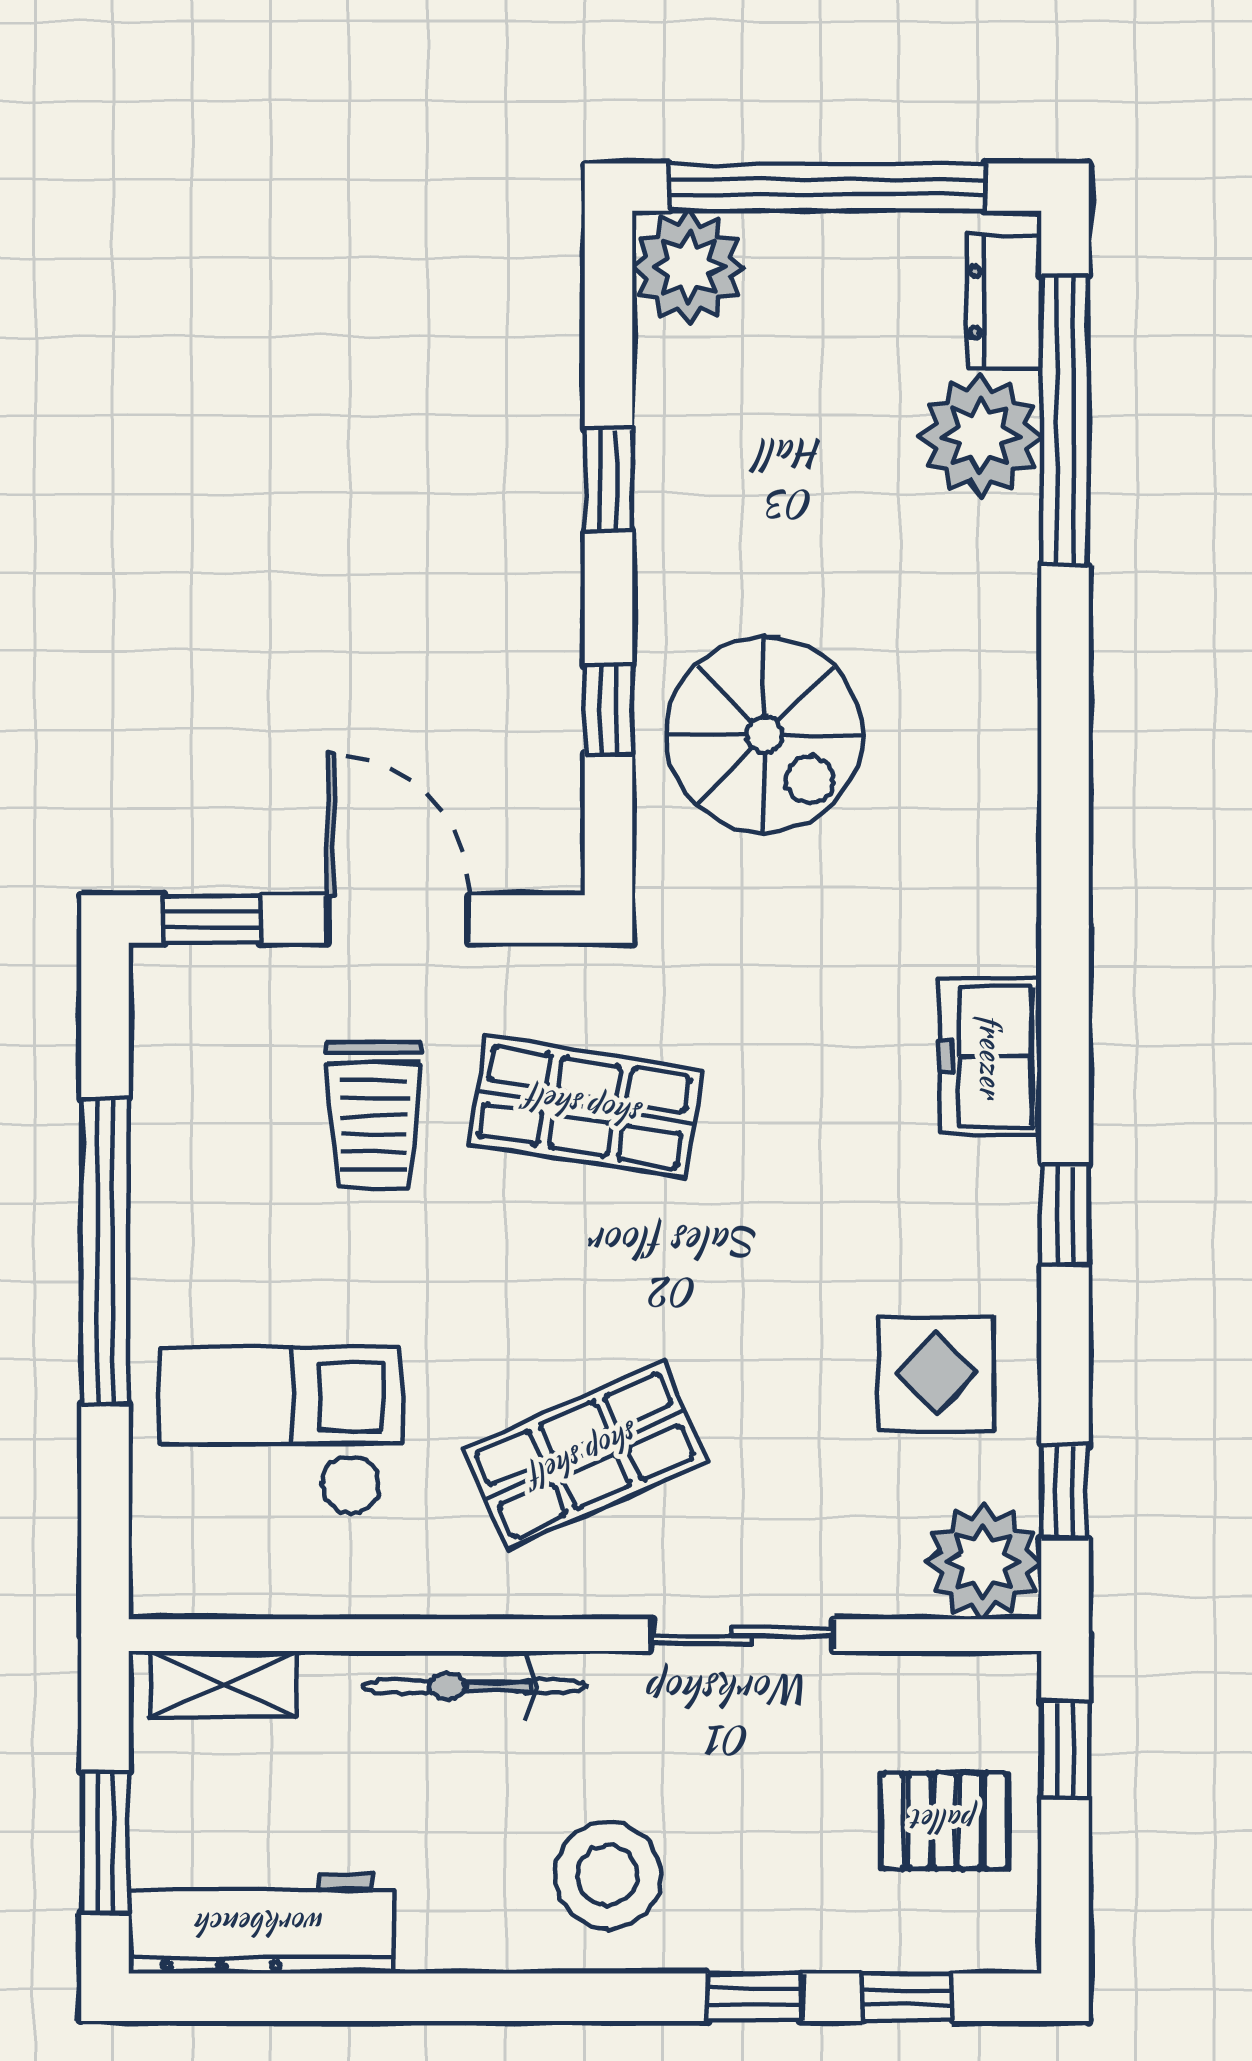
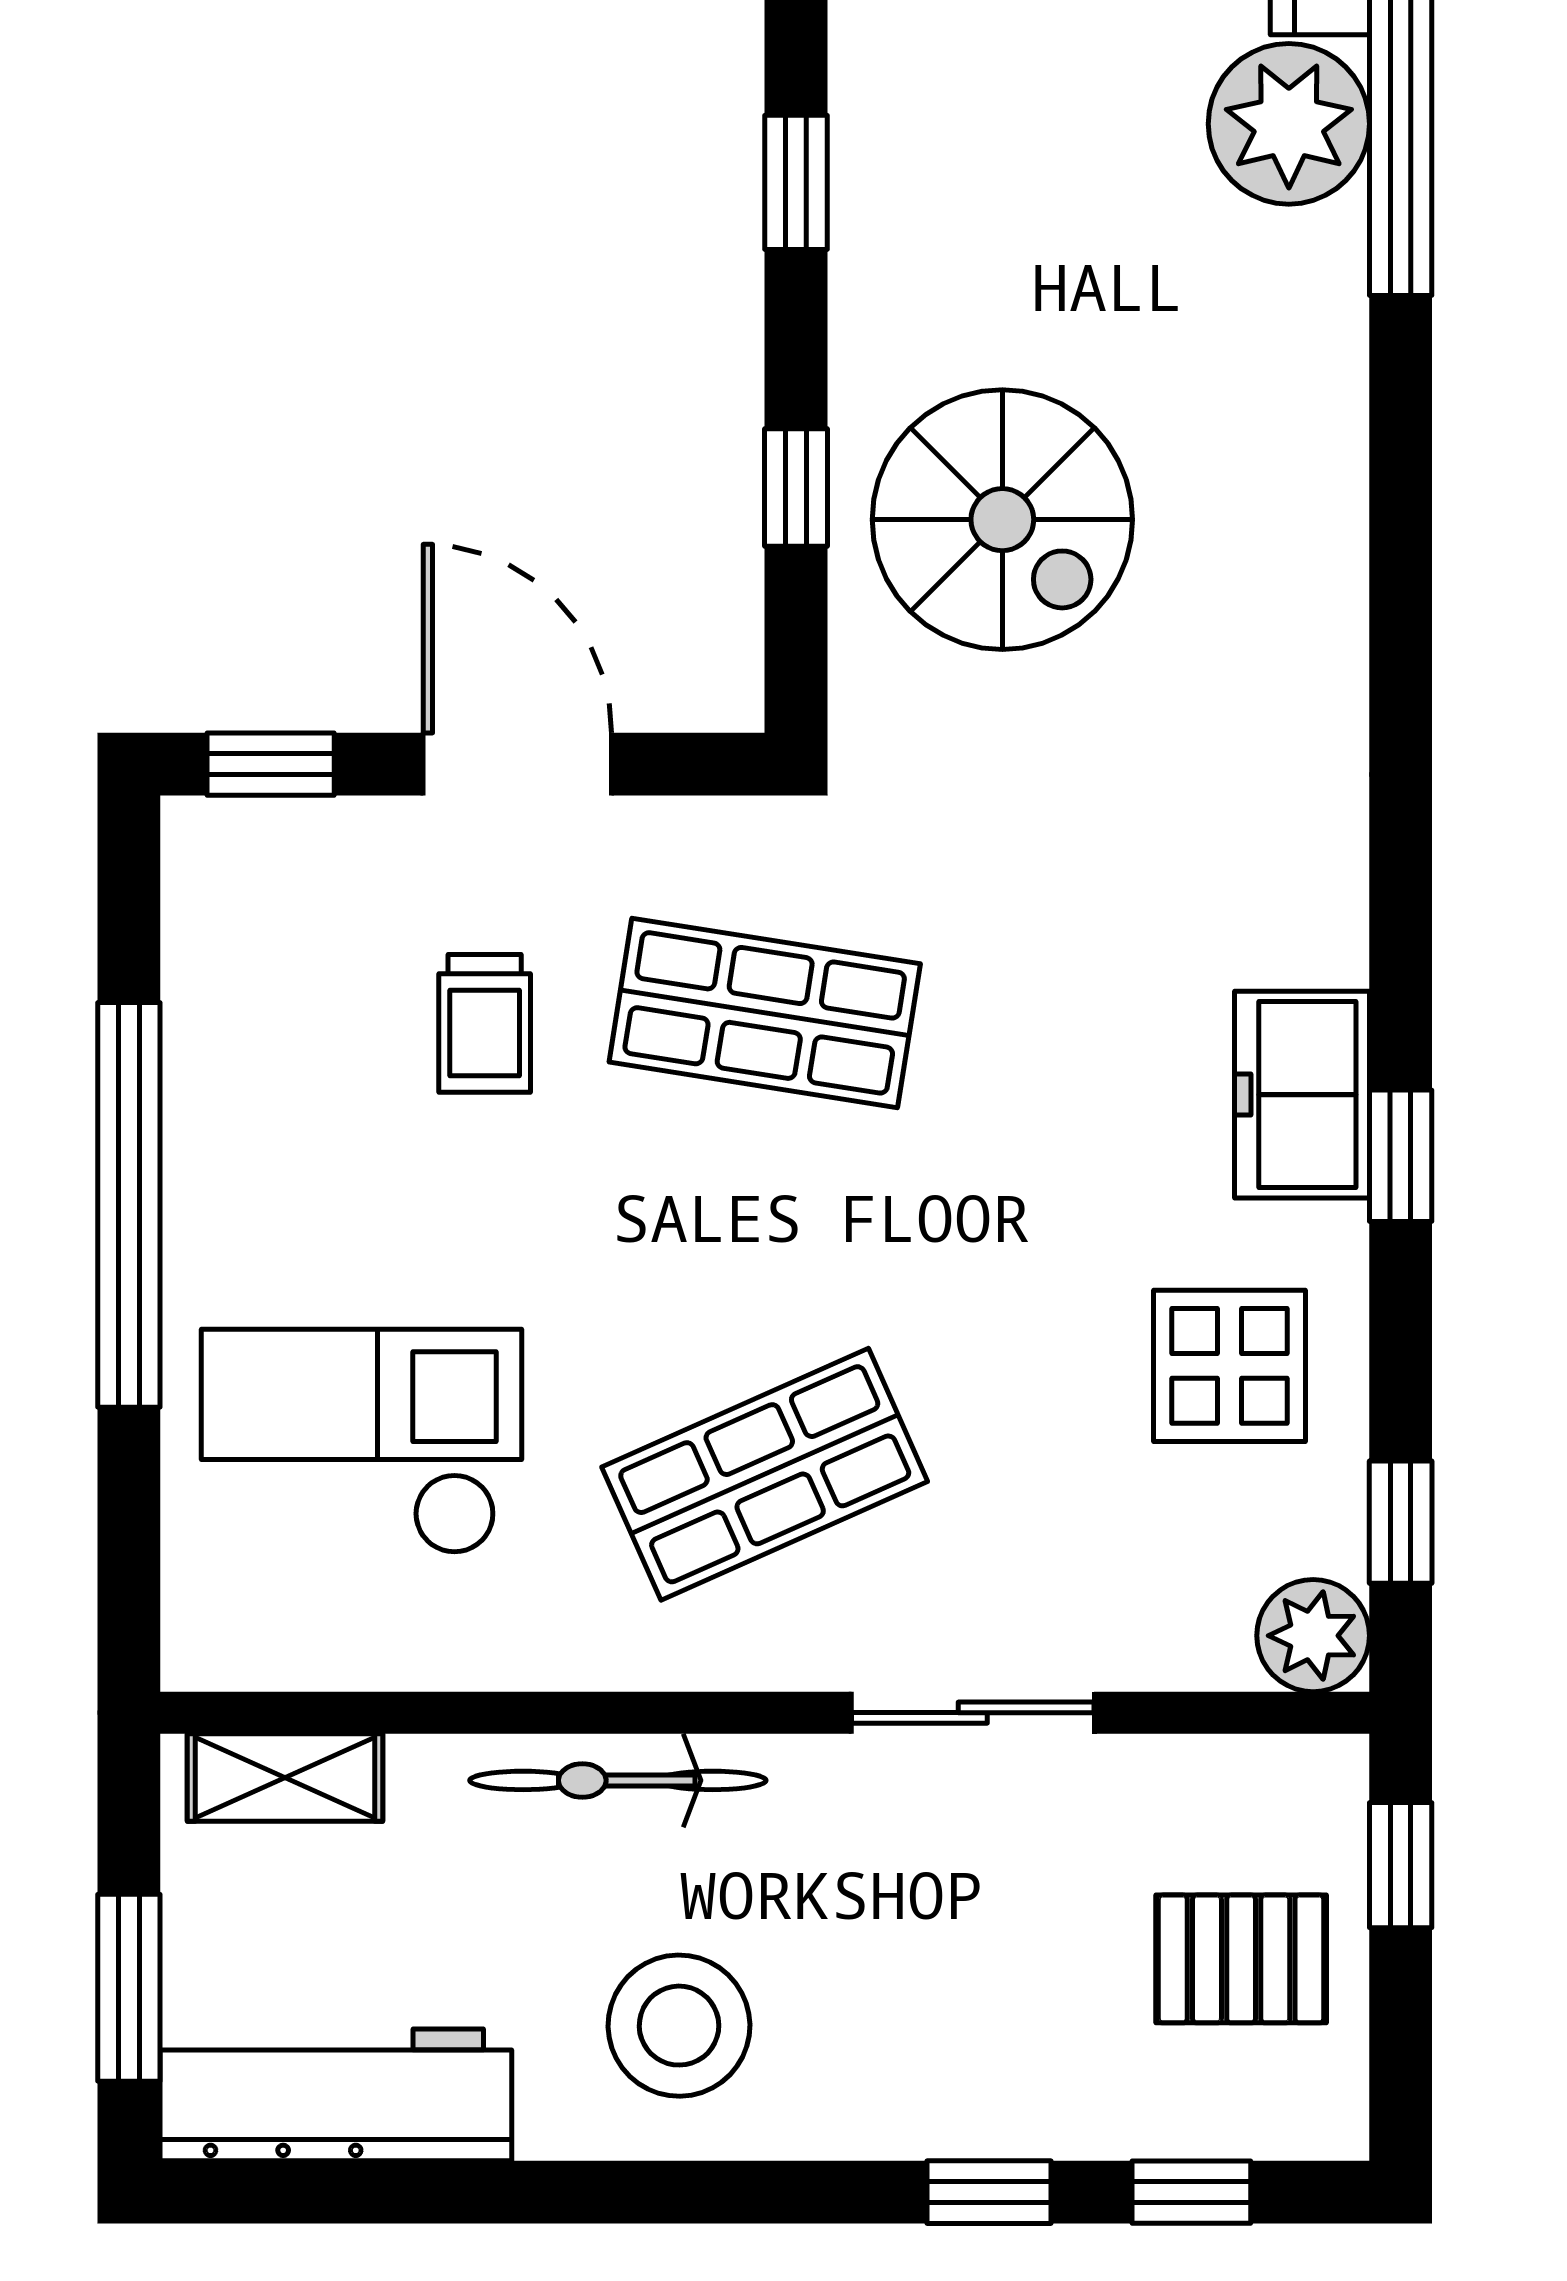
freezer: (991, 1056) -> (1302, 1095), moved
trolley: (373, 1115) -> (485, 1023), width x0.73, depth x0.72
plant: (984, 1562) -> (1313, 1636), width x0.73, depth x0.73
stool: (607, 1875) -> (679, 2026), moved

